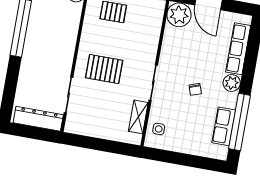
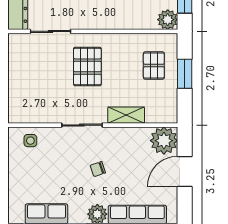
chair: (195, 89) -> (98, 169), moved
shelving: (138, 117) -> (126, 115), moved

